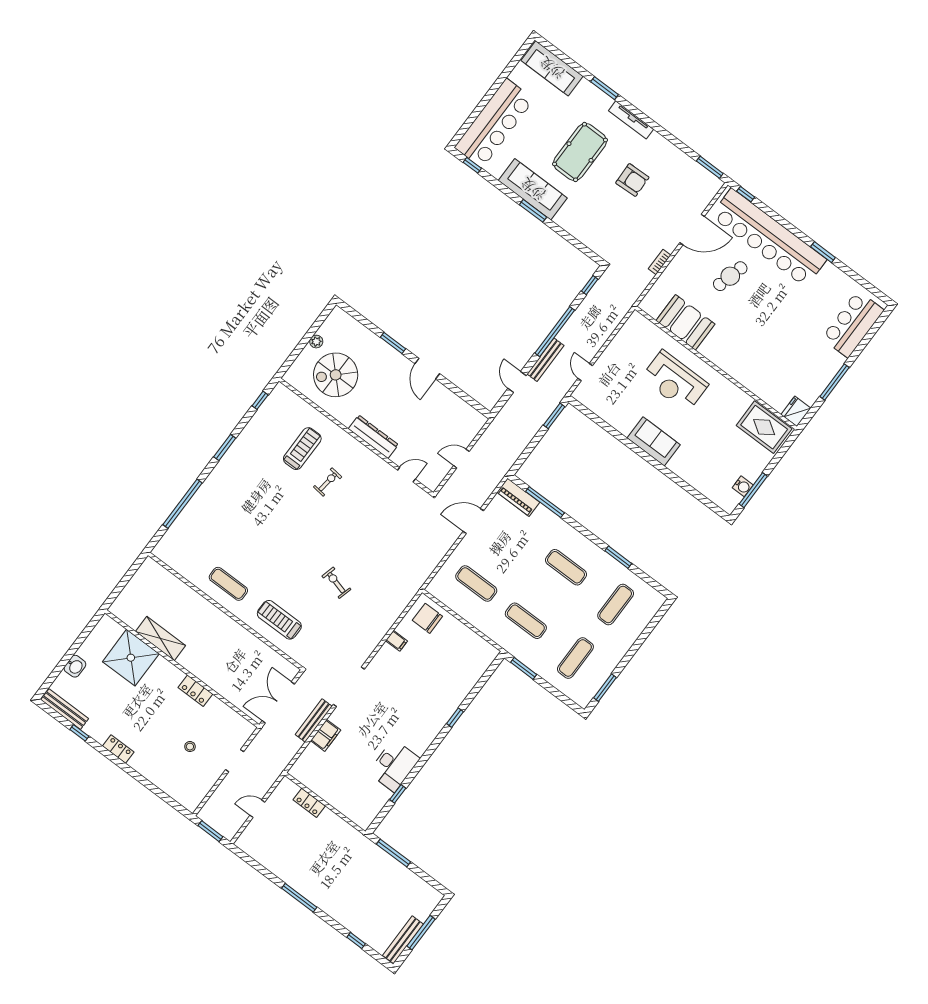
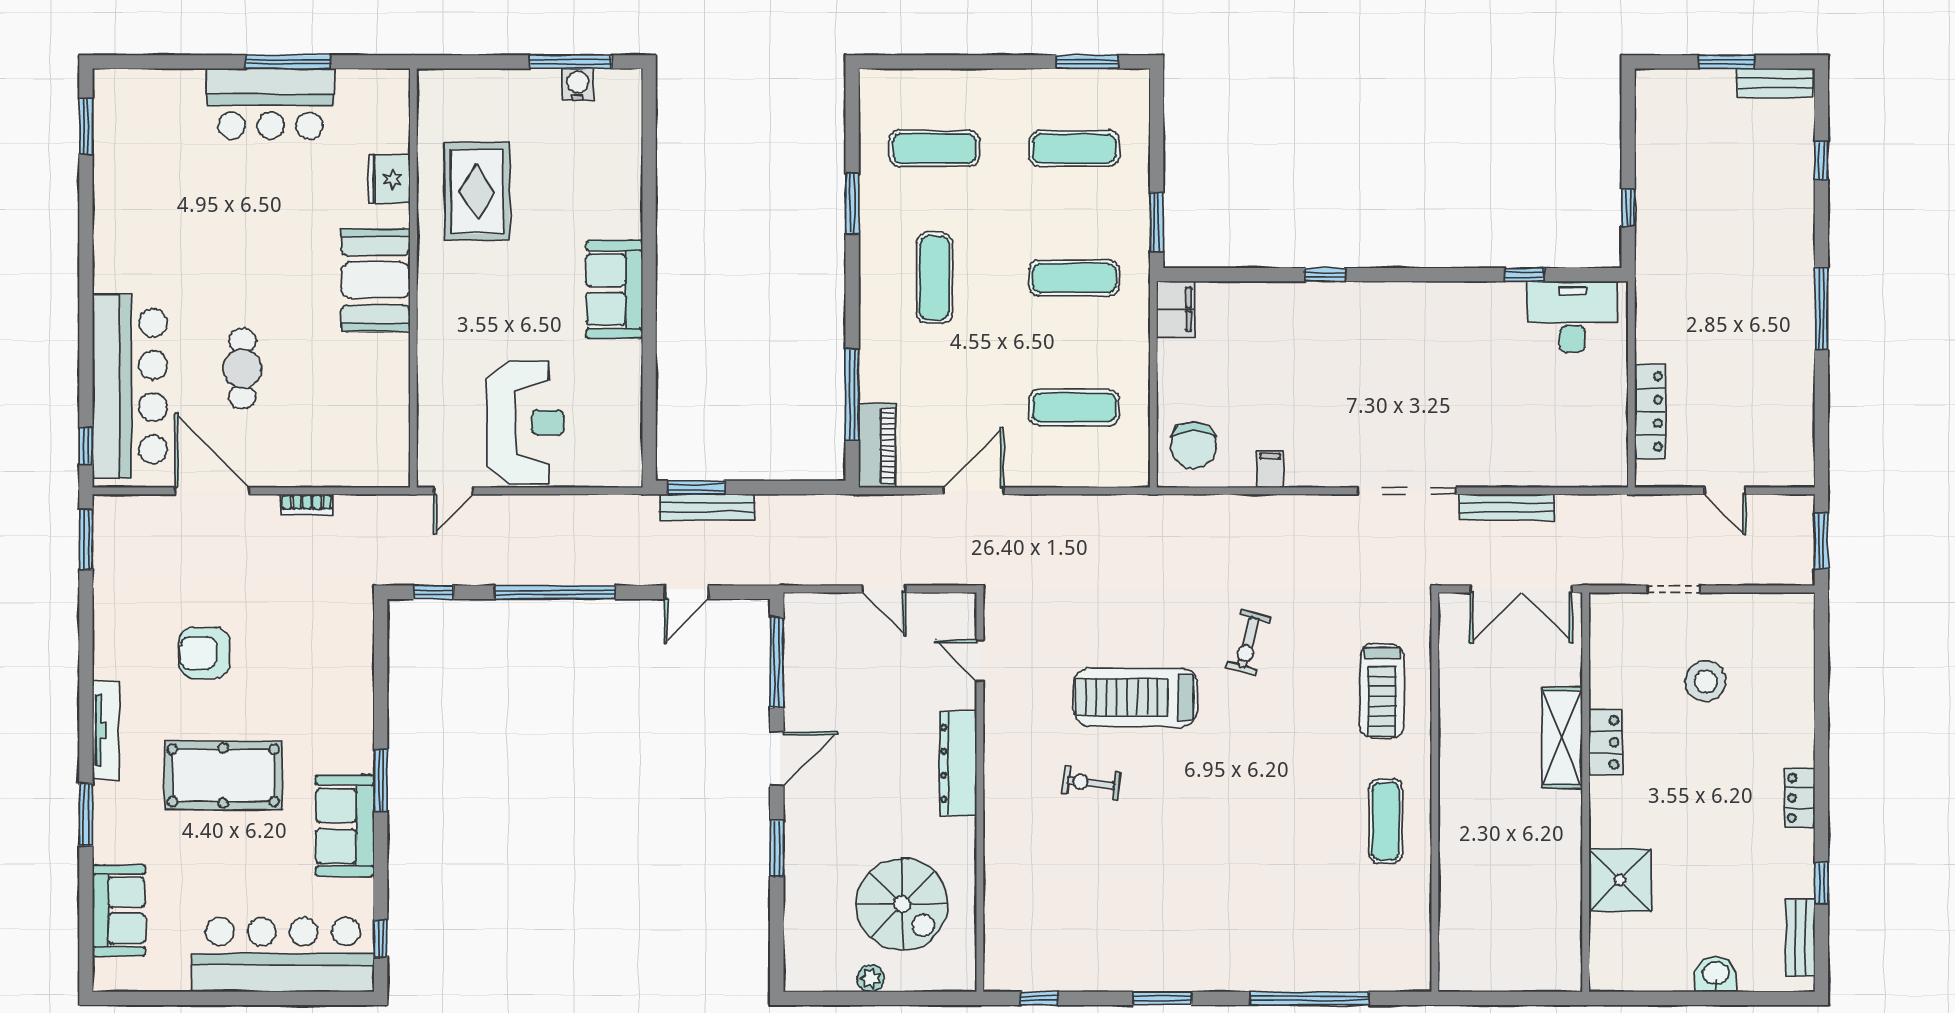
sofa: (552, 68) -> (119, 911), width x0.73
armchair: (632, 180) -> (204, 653), turned -88
sofa: (533, 189) -> (345, 826), width x0.73
bar counter: (769, 238) -> (130, 386), width x0.73
window: (823, 252) -> (86, 126), moved
cafe table: (730, 276) -> (242, 369), turned 75
booth: (685, 322) -> (376, 280), moved
bar counter: (853, 324) -> (271, 104), moved
bench: (545, 360) -> (707, 507), moved
door: (585, 372) -> (454, 491), moved
reception desk: (675, 381) -> (525, 423), moved
window: (464, 396) -> (777, 663), added
fridge: (796, 411) -> (389, 179), moved, turned 90
rug: (764, 427) -> (477, 191), moved
treadmill: (302, 449) -> (1136, 697), moved, width x1.37, depth x1.38
door: (473, 521) -> (973, 491), swing flipped
exercise mat: (476, 584) -> (1074, 408), turned 90
exercise mat: (526, 621) -> (1074, 278), turned 90
shelving: (161, 638) -> (1562, 738), moved
shower: (131, 658) -> (1620, 880), width x0.73, depth x0.73
bench: (65, 709) -> (1800, 938), width x0.73
filing cabinet: (326, 735) -> (1175, 309), moved, turned 90
stool: (190, 747) -> (1706, 681), width x1.89, depth x1.89
desk: (394, 765) -> (1572, 317), moved
locker: (309, 803) -> (1650, 411), width x1.53
window: (394, 853) -> (1628, 208), width x0.46
window: (421, 933) -> (1727, 62), width x0.69
bench: (403, 940) -> (1775, 83), width x0.73

